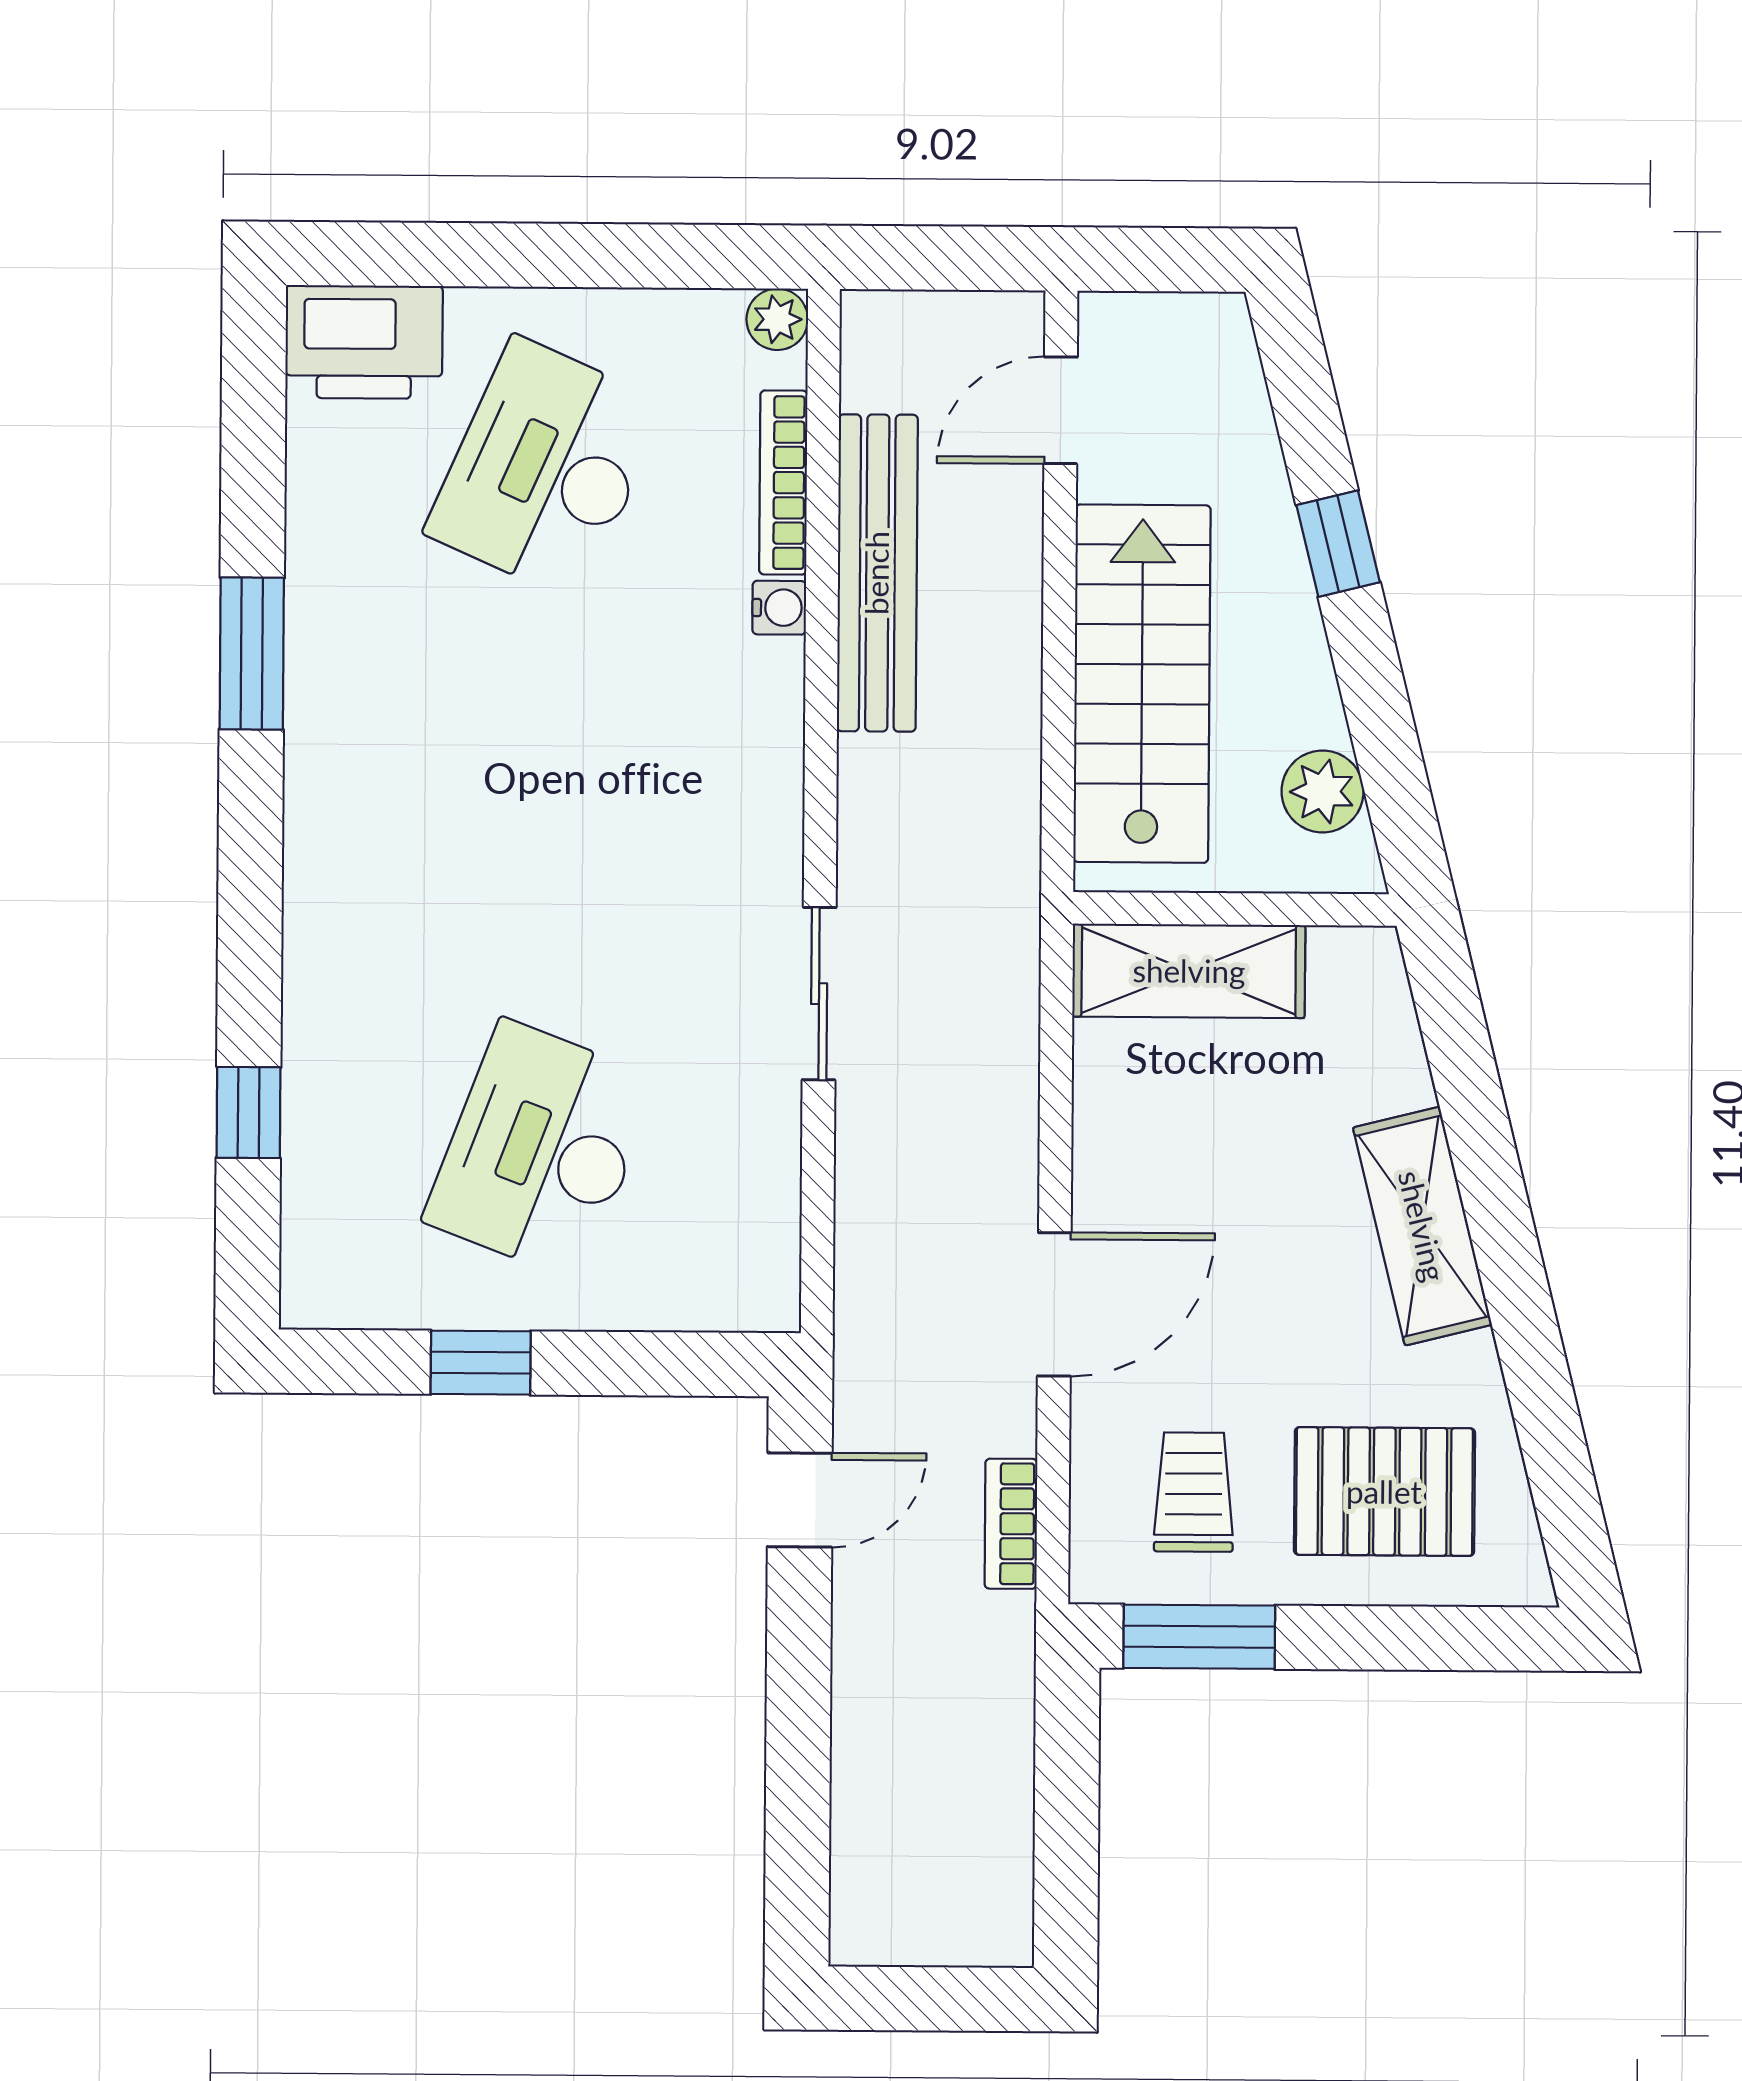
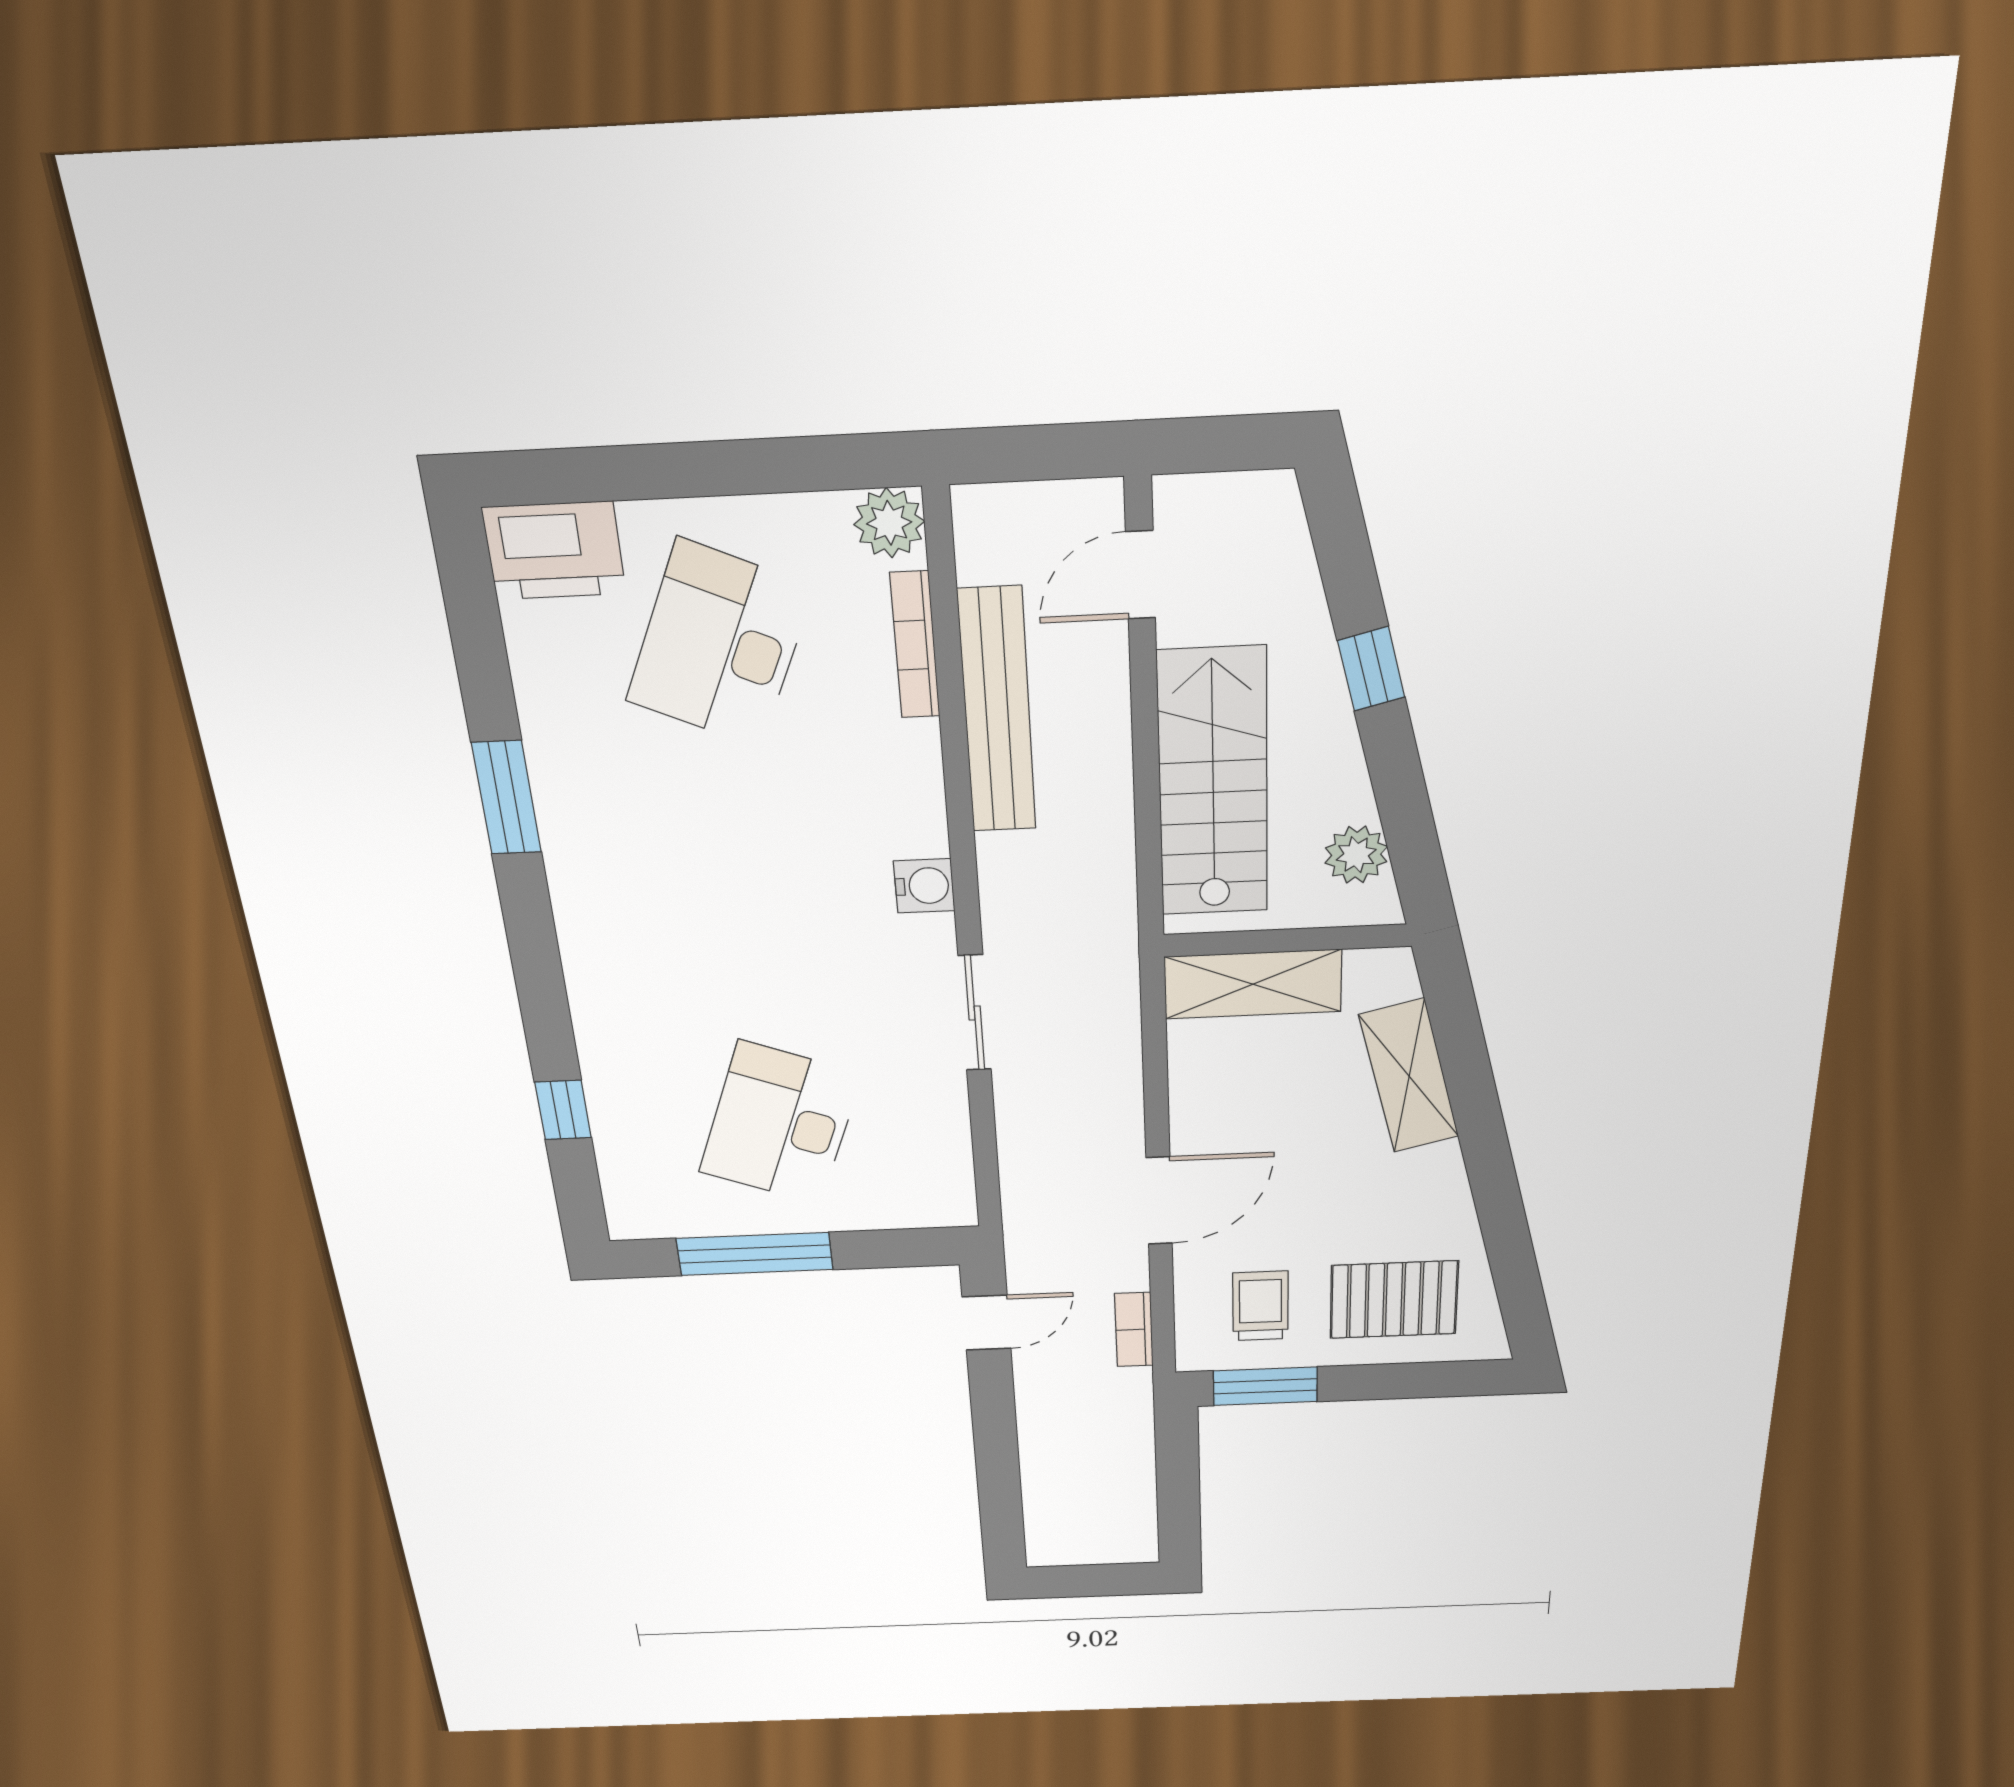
plant: (777, 319) -> (889, 523), width x1.38, depth x1.38
water cooler: (779, 608) -> (924, 886), moved, width x1.38, depth x1.38
shelving: (1422, 1226) -> (1409, 1076), moved
window: (481, 1363) -> (755, 1254), width x2.17

